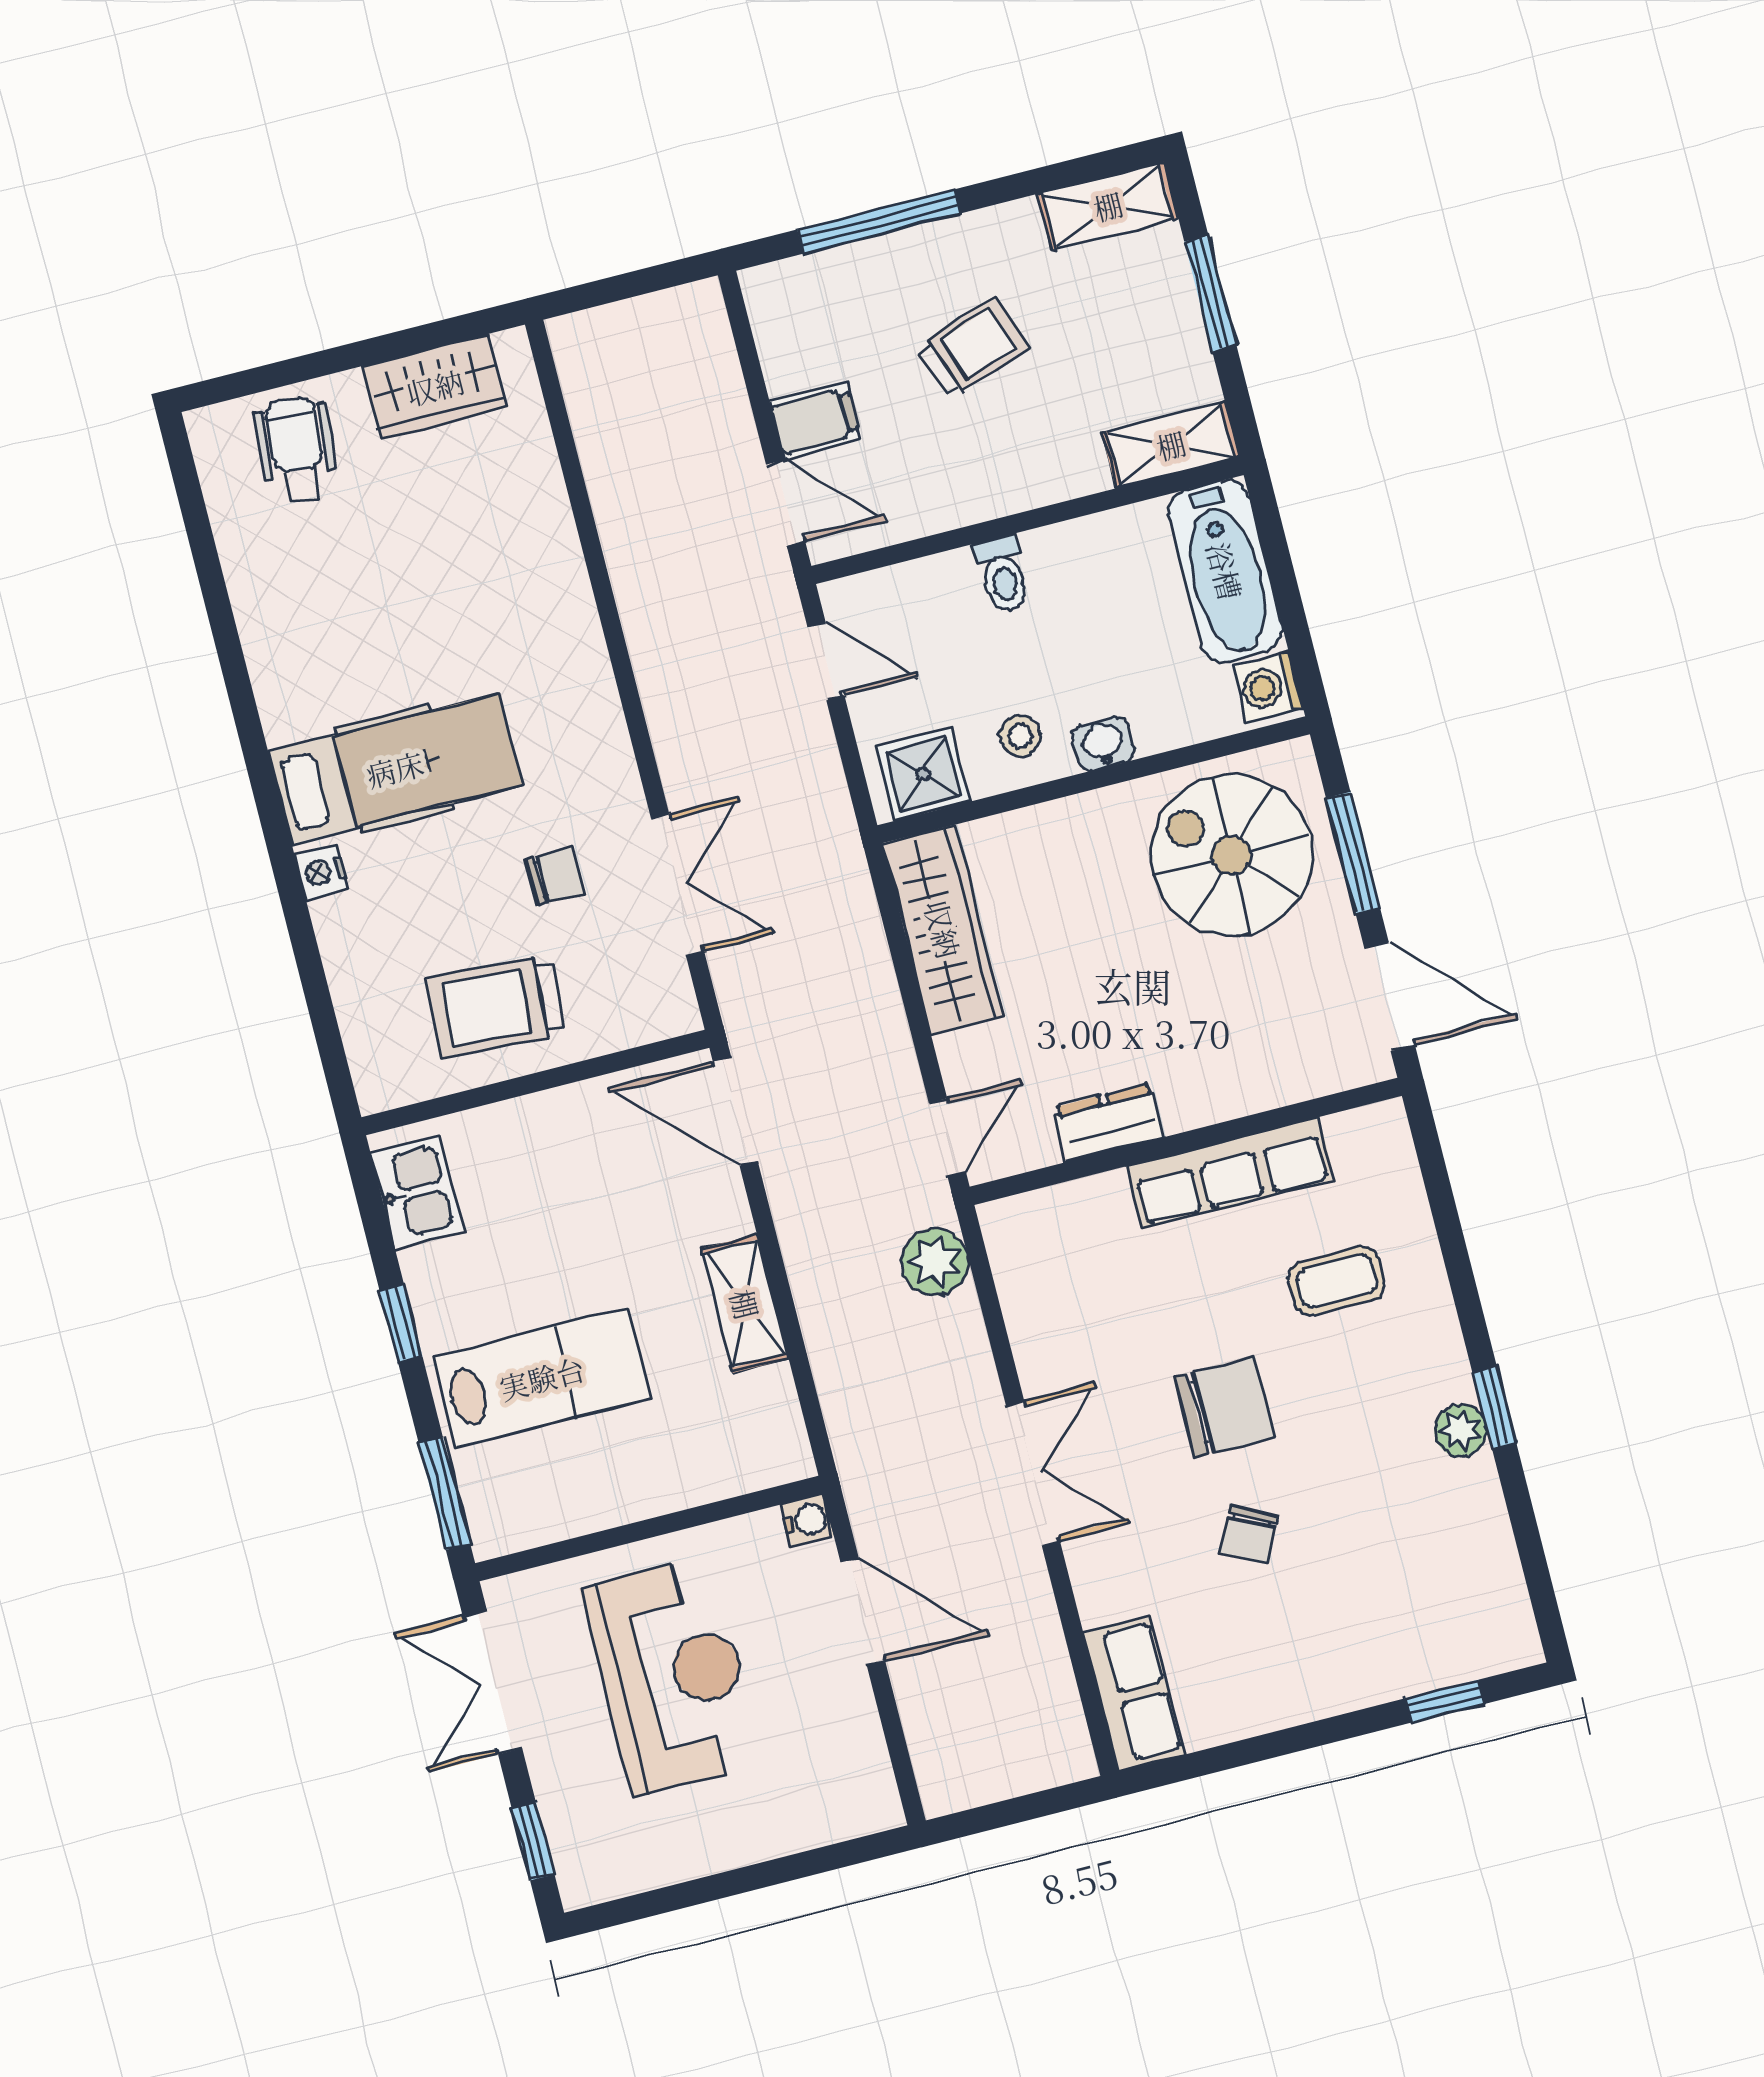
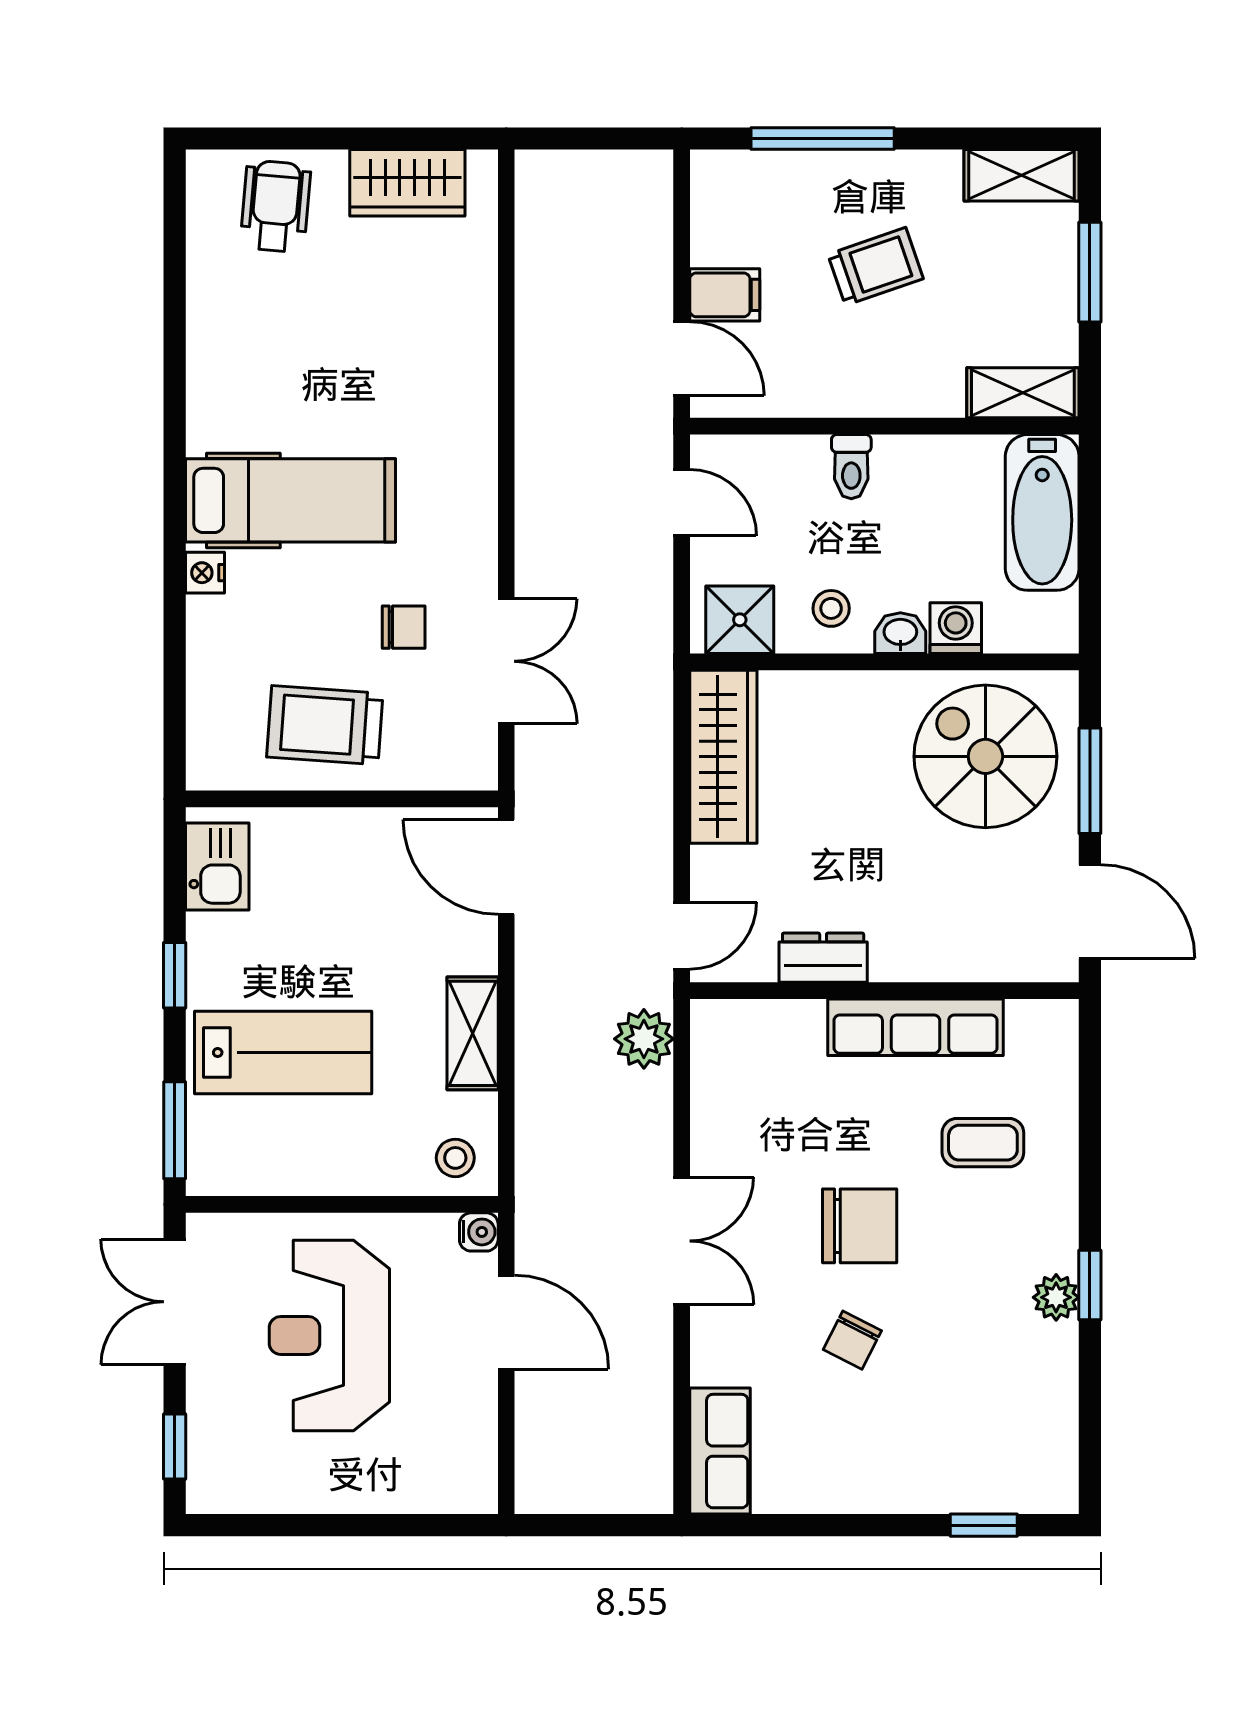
washing machine: (1268, 687) -> (956, 628), moved, turned 90
stool: (761, 1445) -> (455, 1158), added
reception desk: (672, 1676) -> (329, 1335), turned 180

